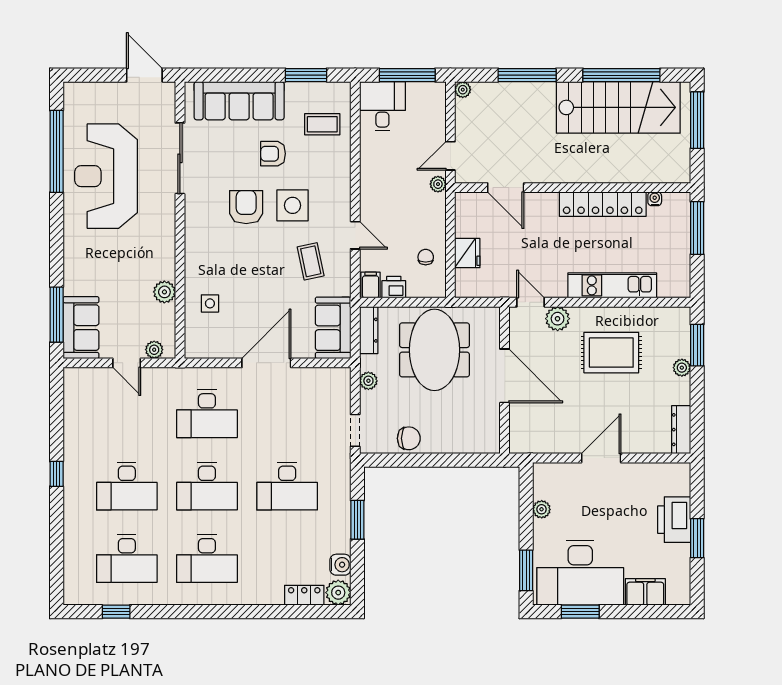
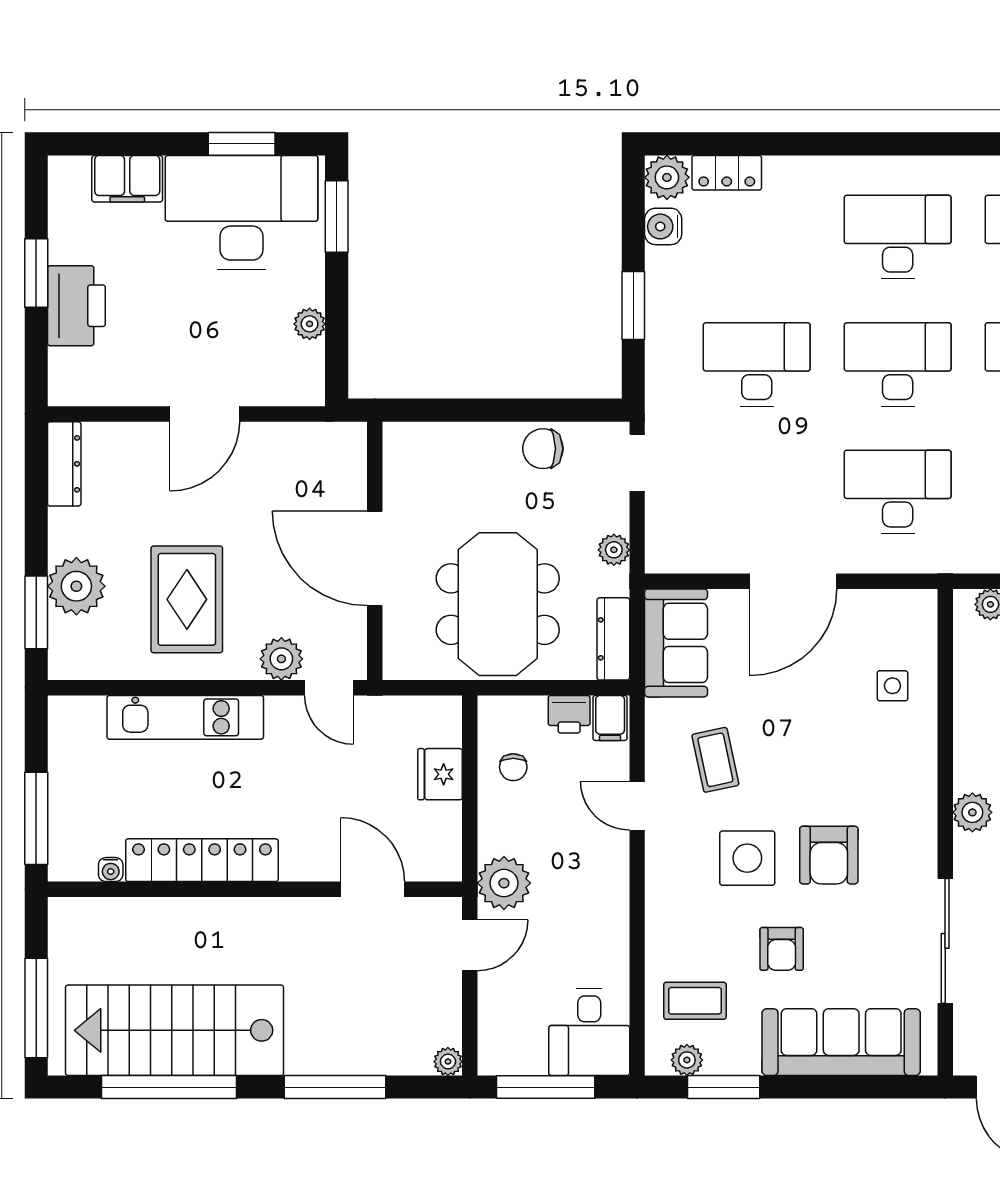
plant: (327, 91) -> (687, 1060), added
armchair: (273, 154) -> (782, 949), turned 90
plant: (438, 184) -> (504, 883), width x1.87, depth x1.87
plant: (164, 292) -> (972, 812), moved
rug: (611, 353) -> (187, 599), turned 90
plant: (682, 368) -> (76, 586), width x1.88, depth x1.88

